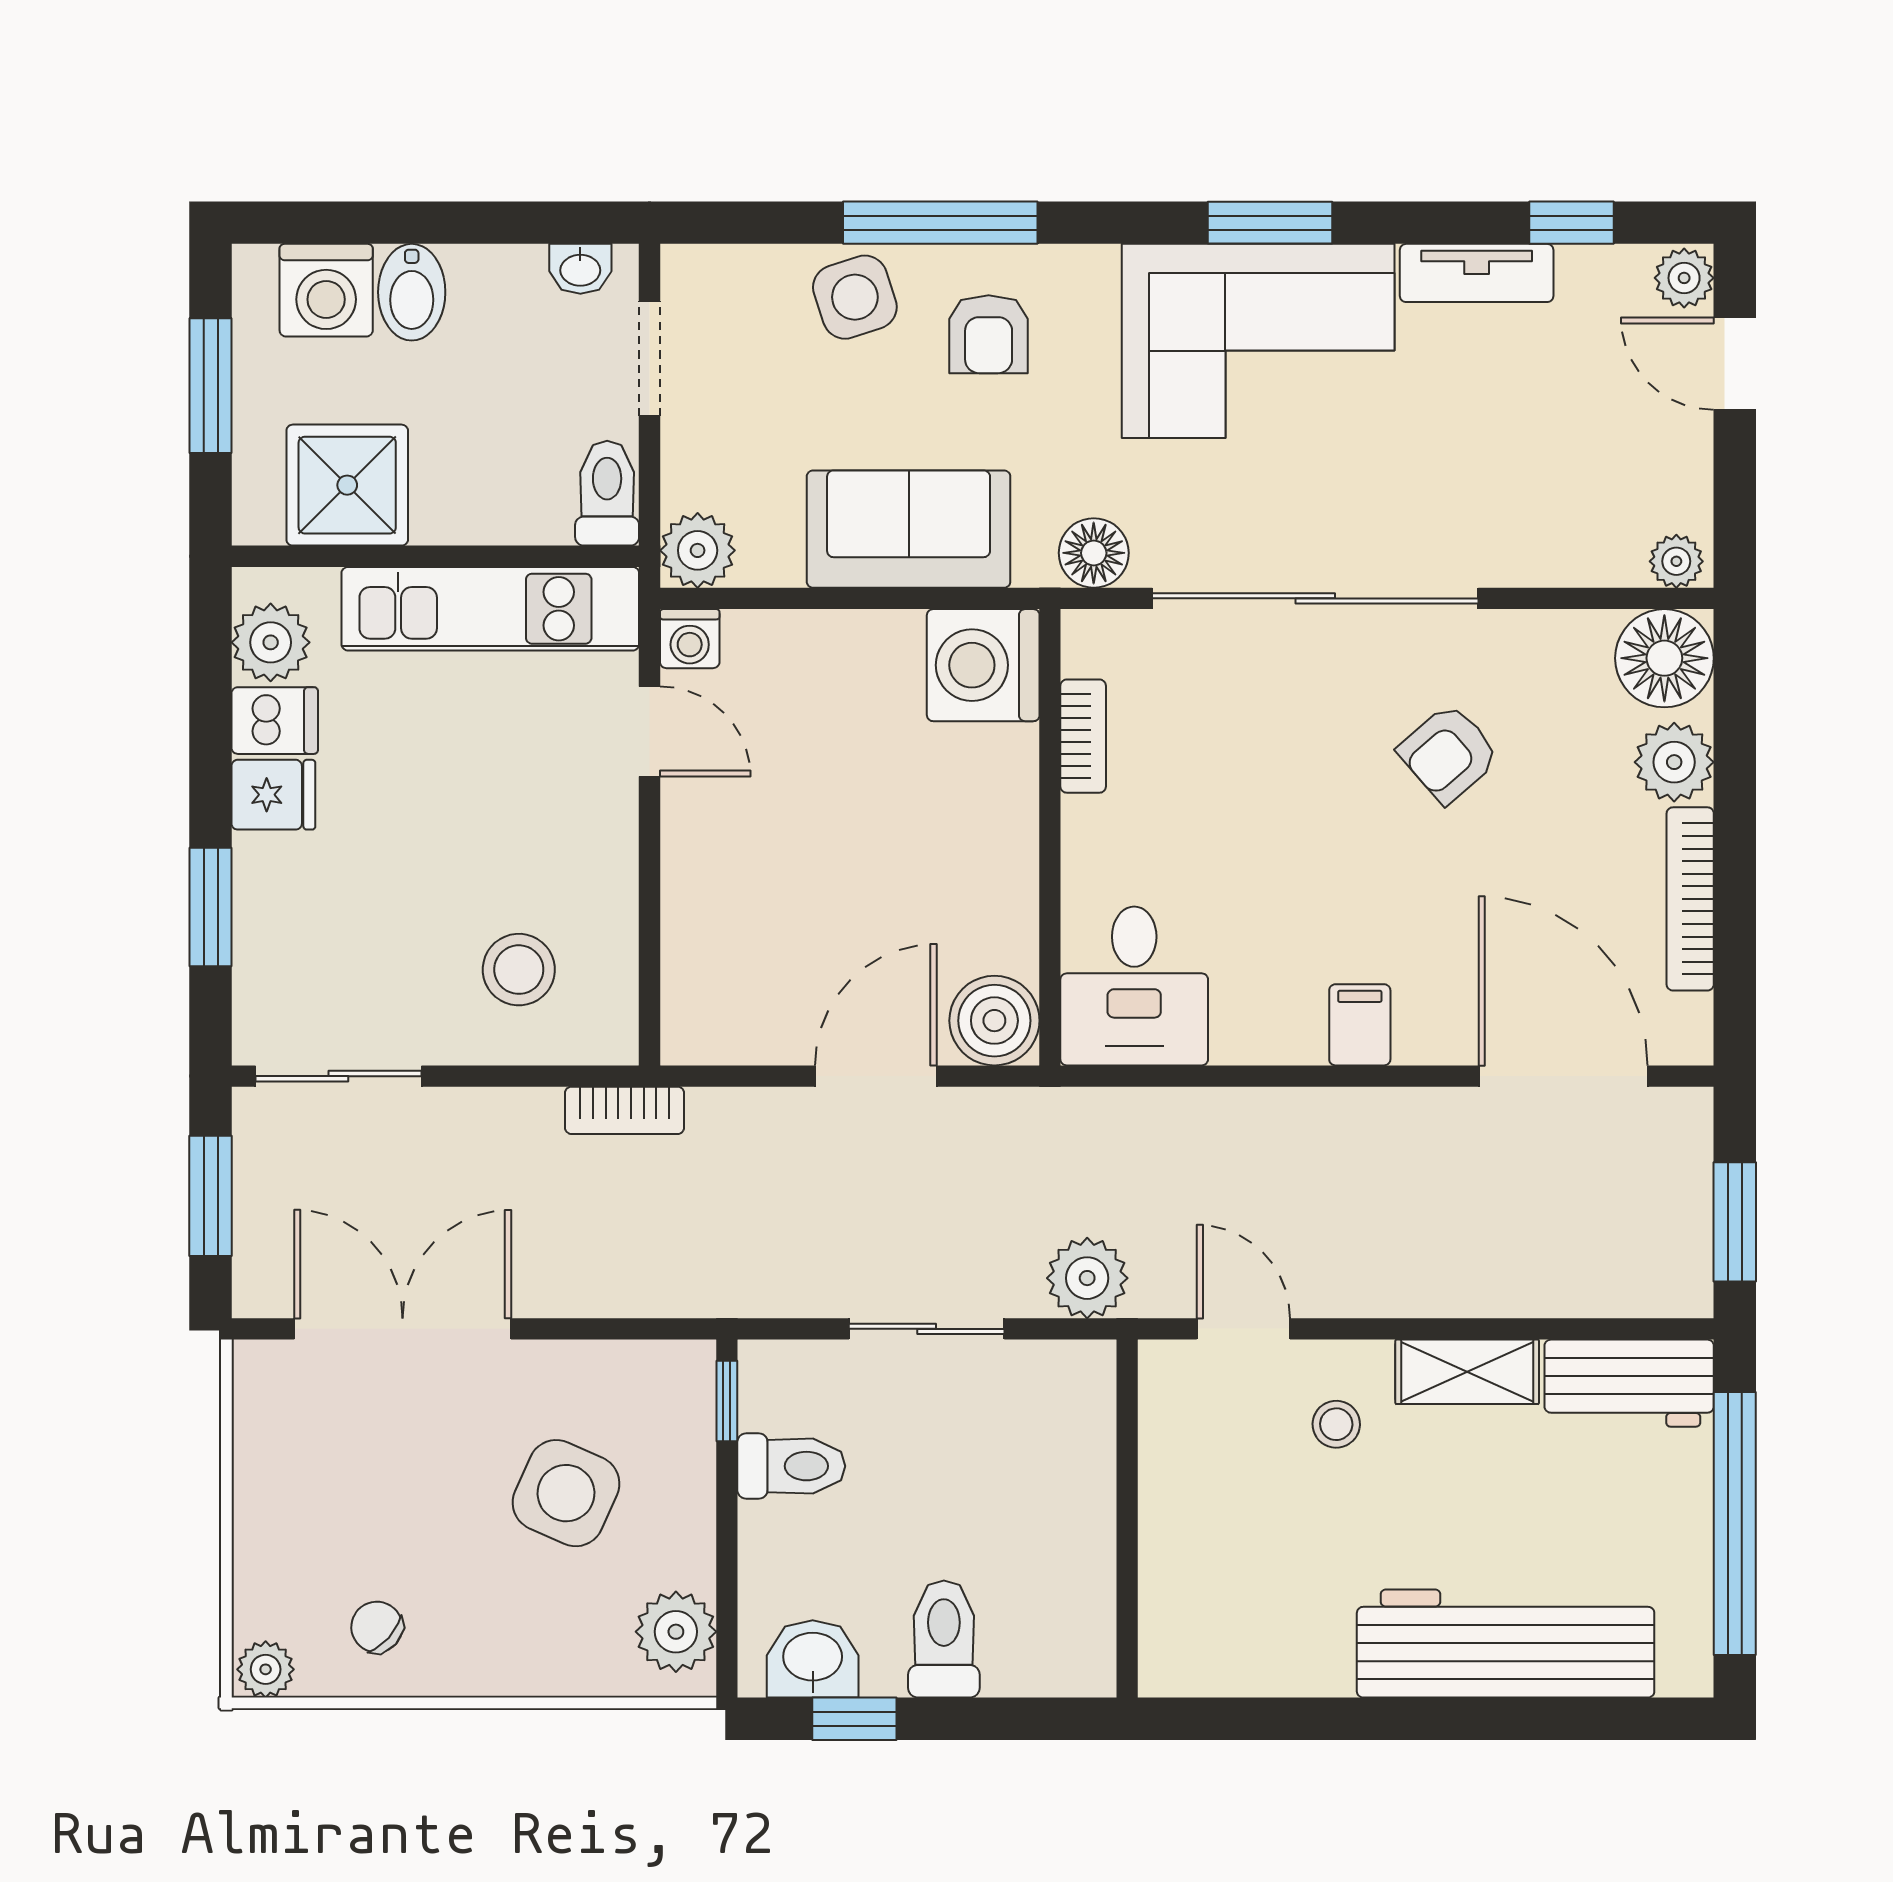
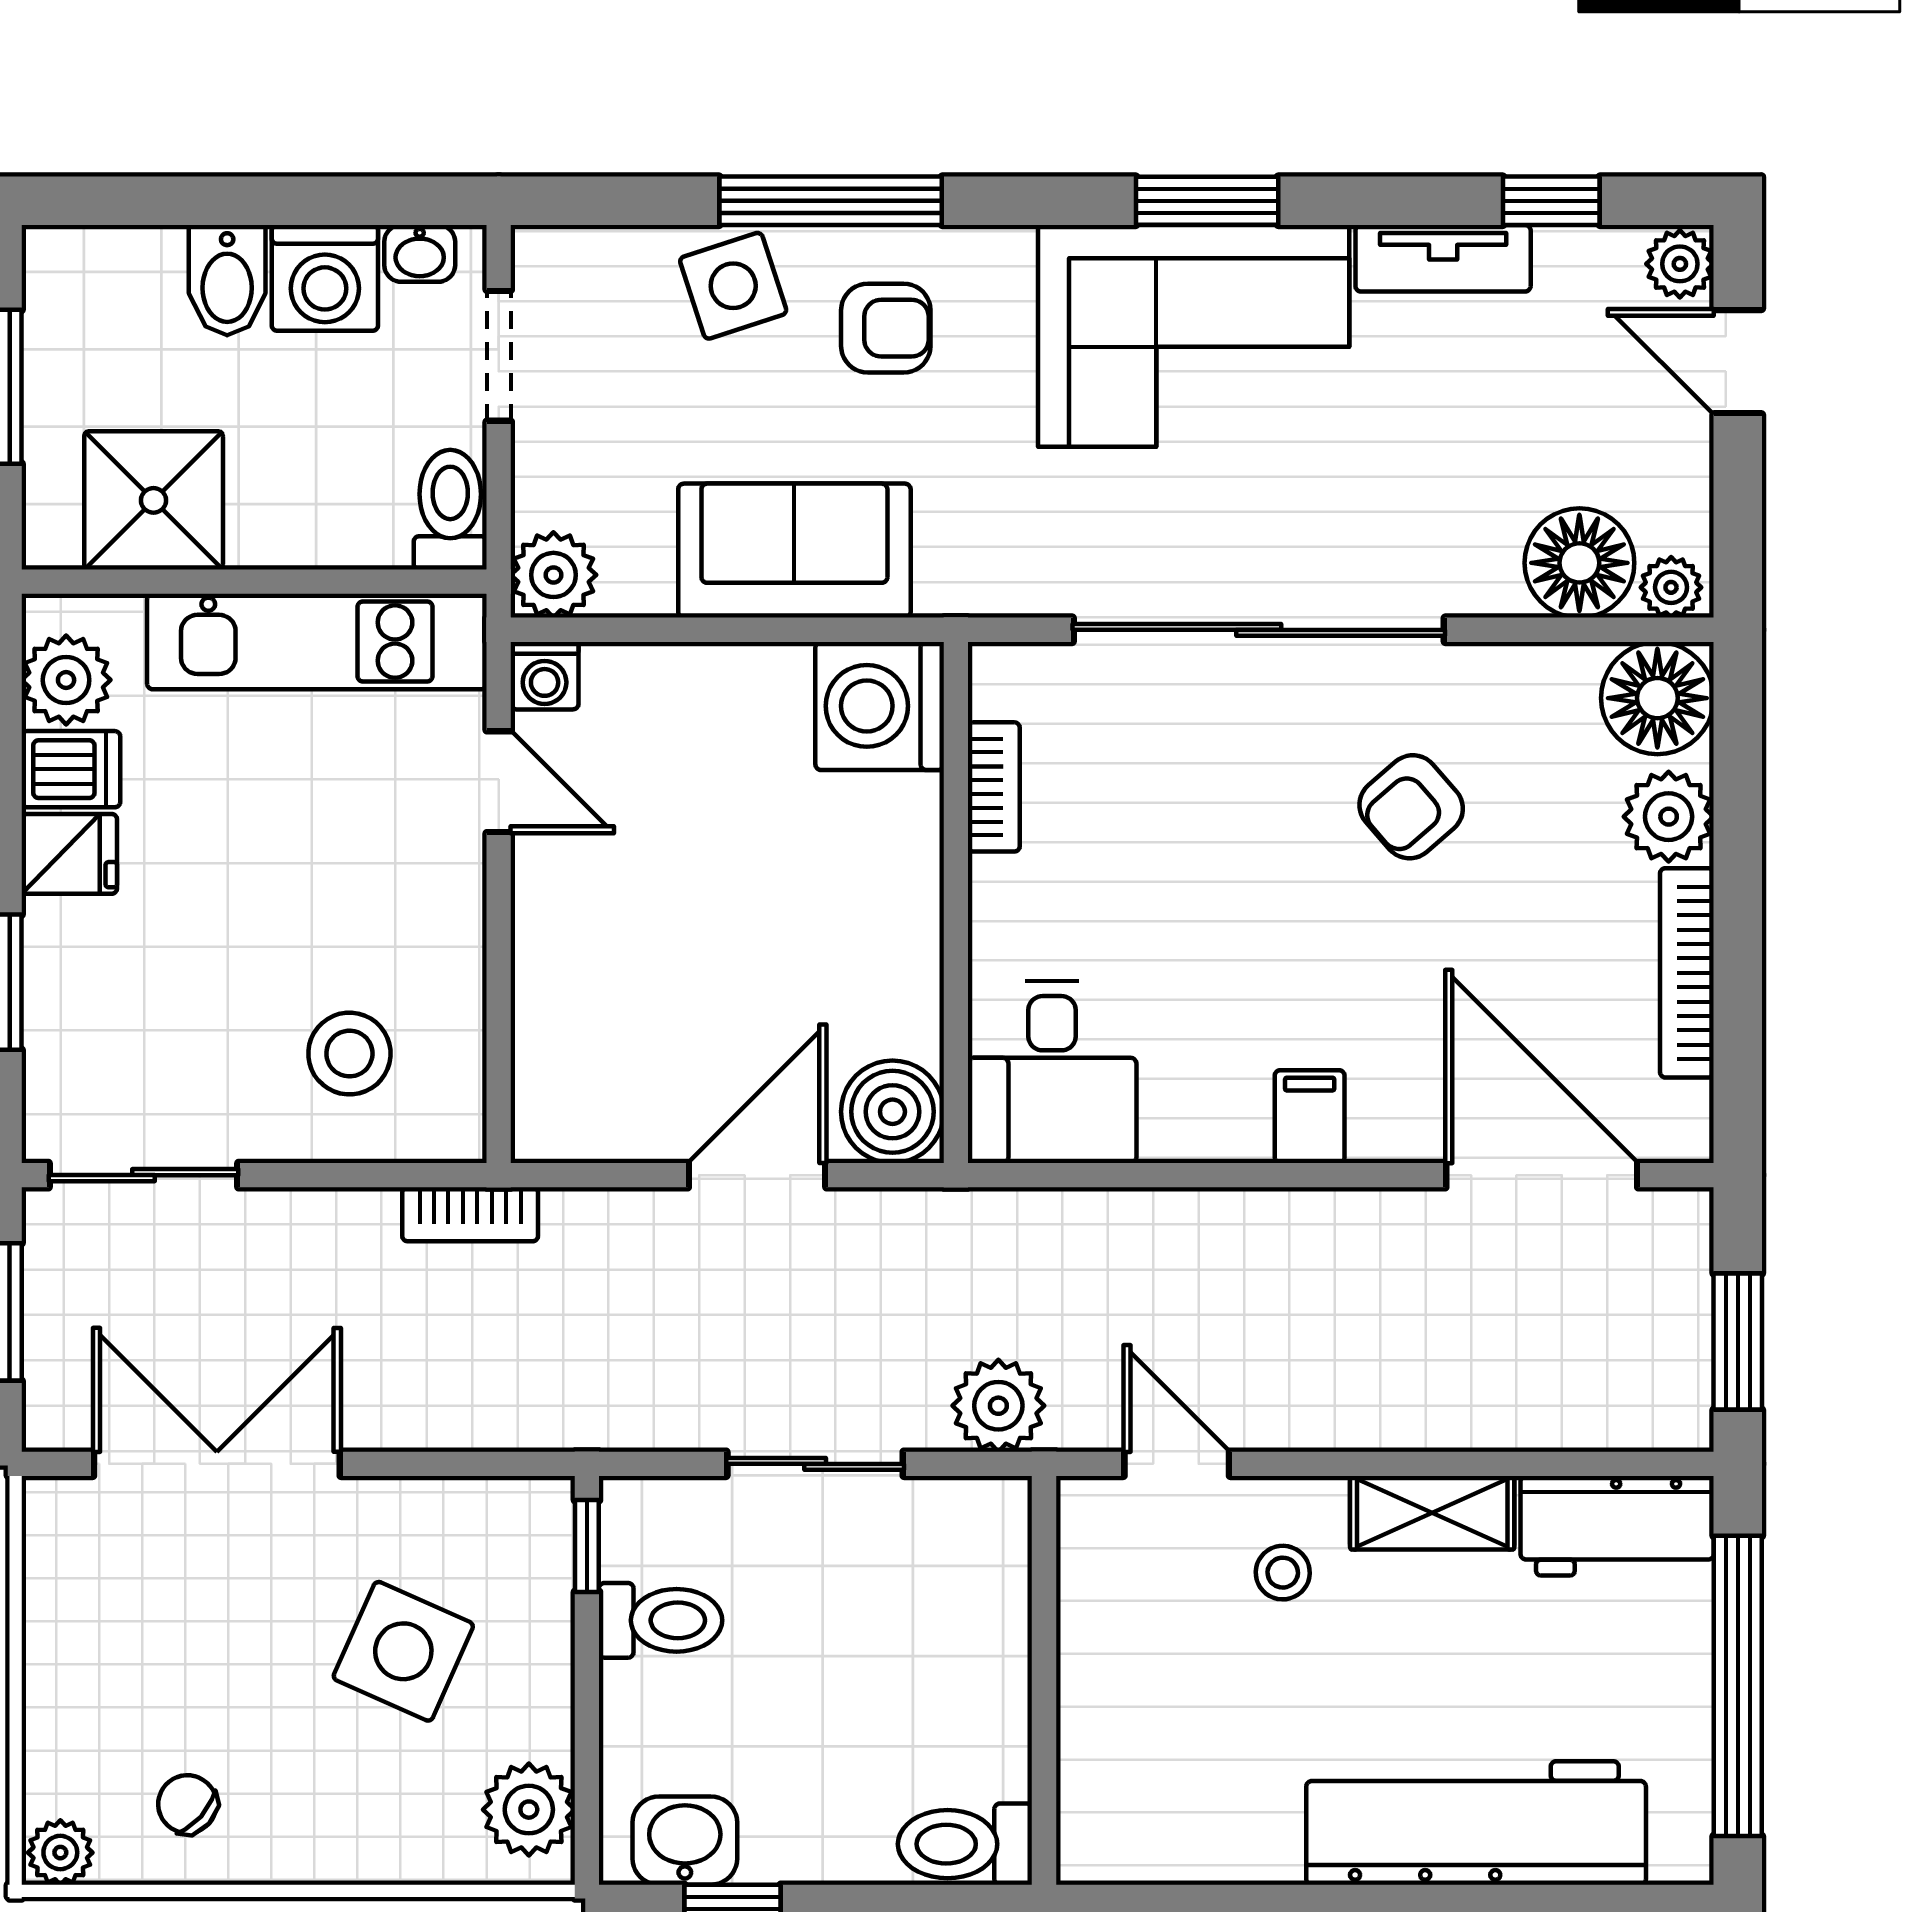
washing machine: (326, 290) -> (325, 278), moved
armchair: (989, 334) -> (886, 328), turned -90
floor lamp: (1094, 553) -> (1579, 563), moved, width x1.38, depth x1.38
toilet: (944, 1639) -> (965, 1844), moved, turned -90

